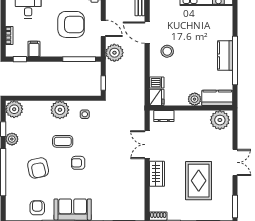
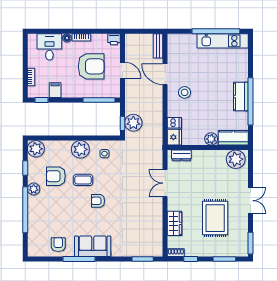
plant: (114, 53) -> (133, 123), moved
plant: (12, 139) -> (34, 189), moved
armchair: (38, 168) -> (56, 176), moved, turned 102
wardrobe: (157, 174) -> (175, 223), moved

